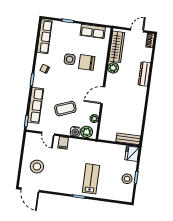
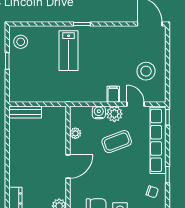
row of seats: (35, 105) -> (158, 140), width x1.36
plant: (87, 132) -> (114, 114), moved
fridge: (132, 154) -> (18, 93), removed
stool: (37, 167) -> (146, 71), moved
stool: (127, 179) -> (21, 42), moved

